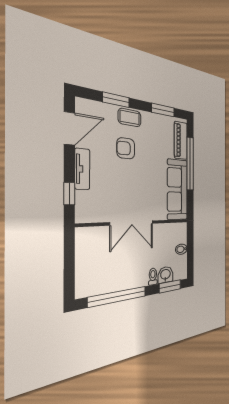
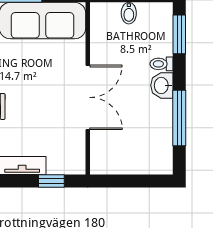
washbasin: (165, 275) -> (162, 85), moved
window: (118, 297) -> (179, 118), width x0.68

